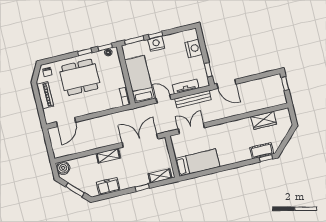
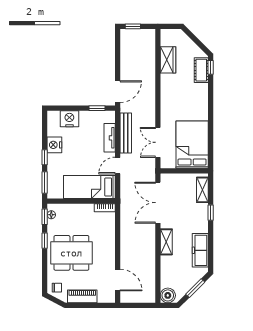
nightstand: (156, 44) -> (54, 145), moved
dining table: (80, 77) -> (71, 253), turned 90
bed: (197, 163) -> (192, 145), width x1.50
freezer: (108, 186) -> (200, 250), width x1.40

